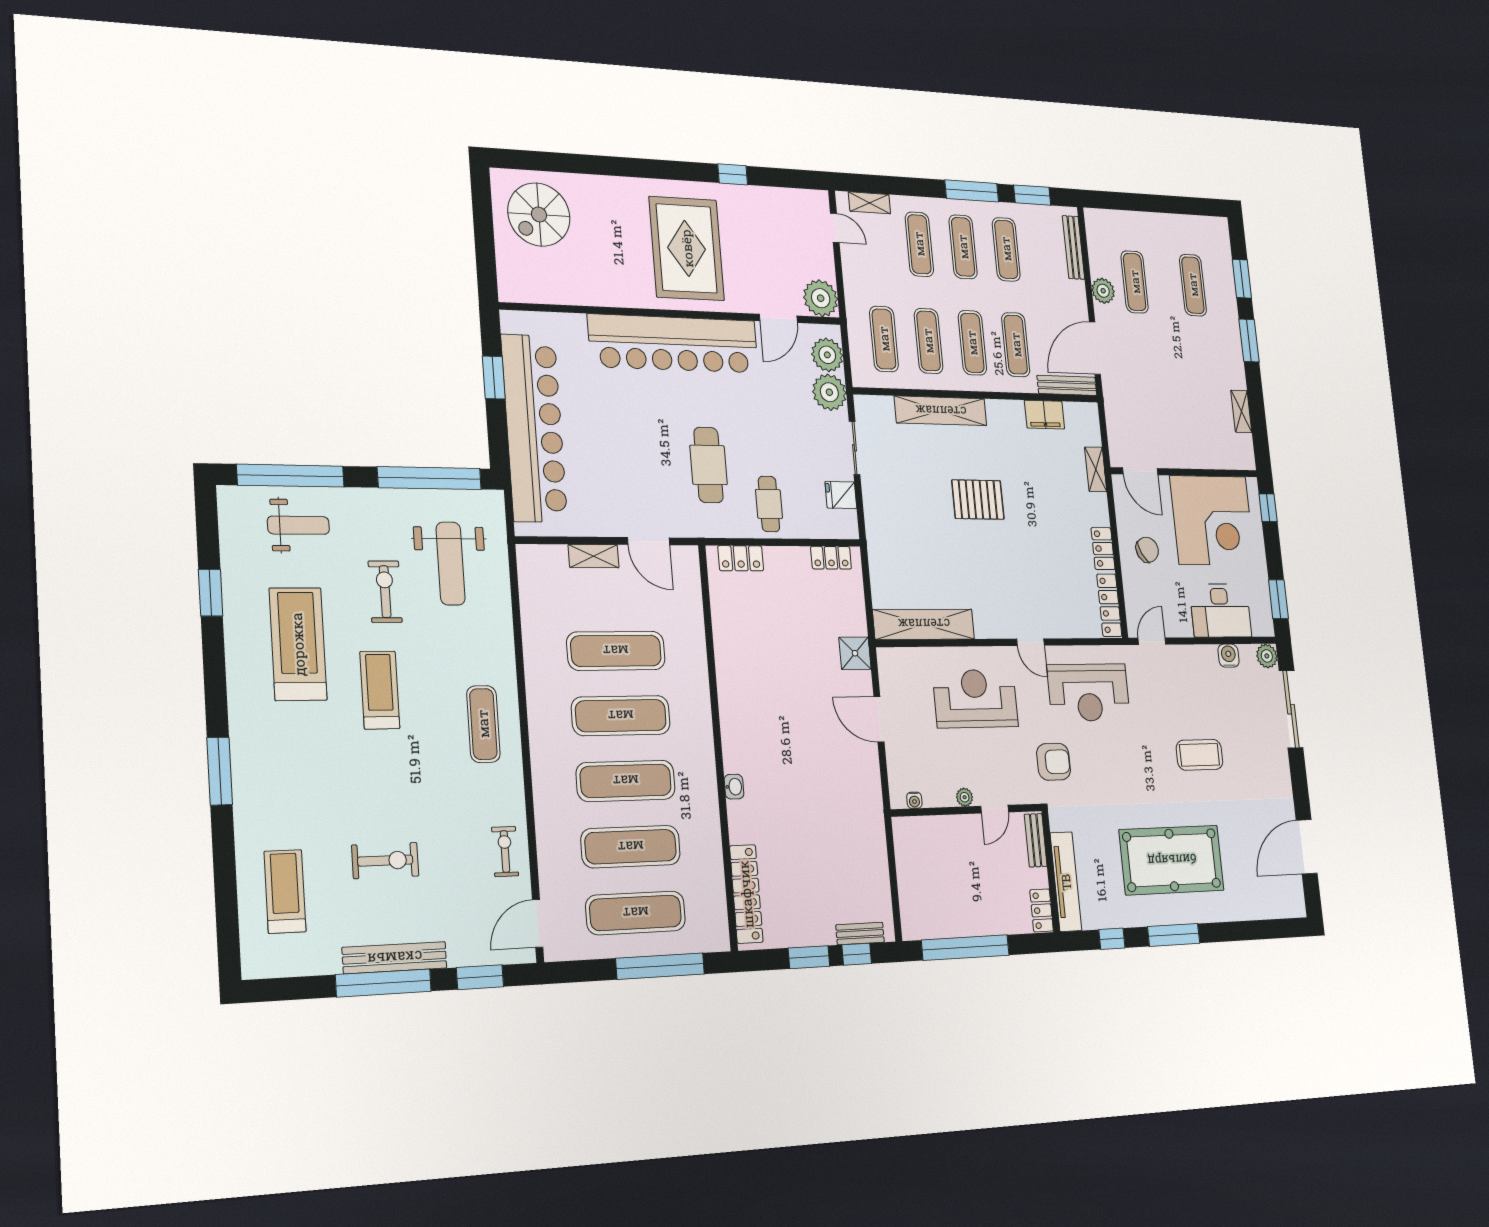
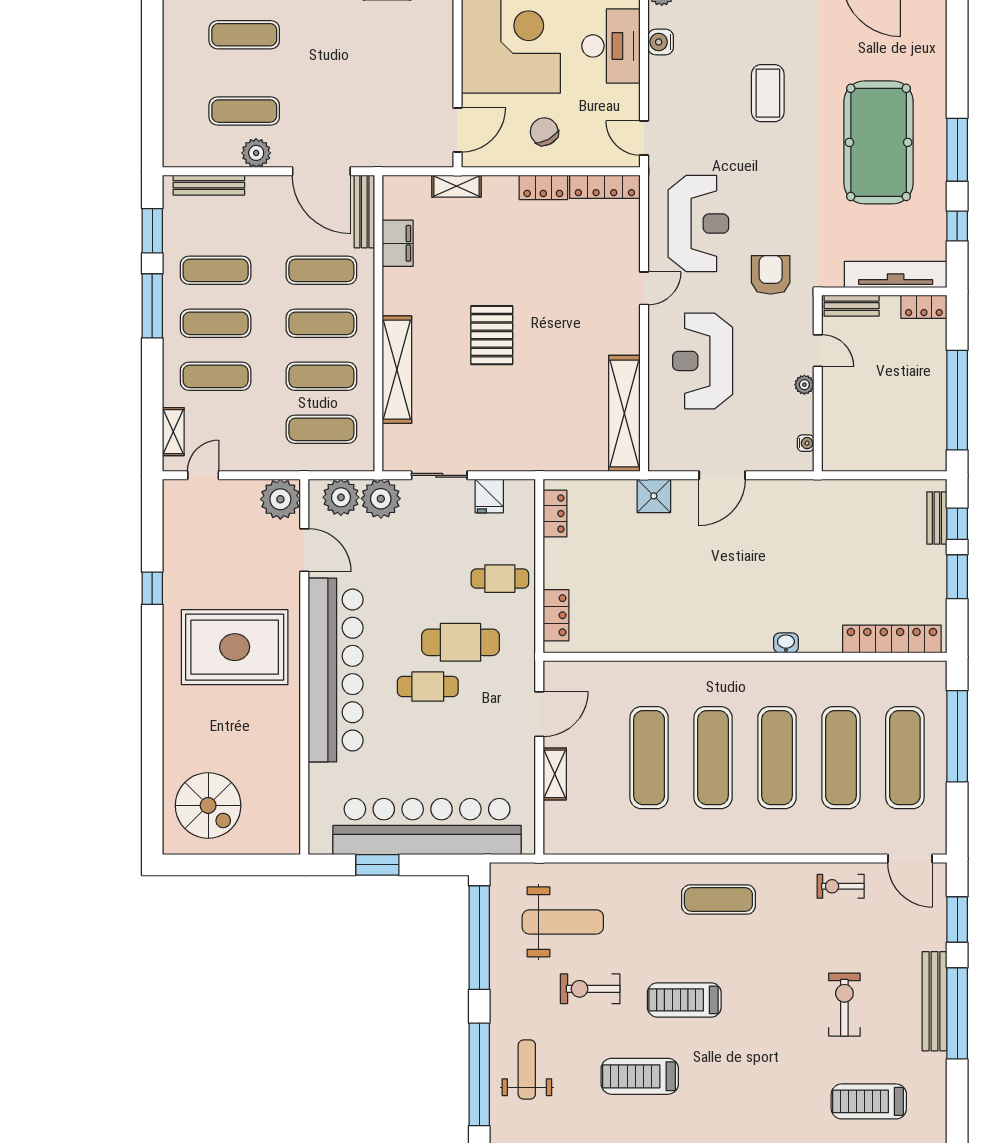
cafe table: (666, 432) -> (428, 686), added
treadmill: (298, 644) -> (640, 1076), width x0.73, depth x0.73

